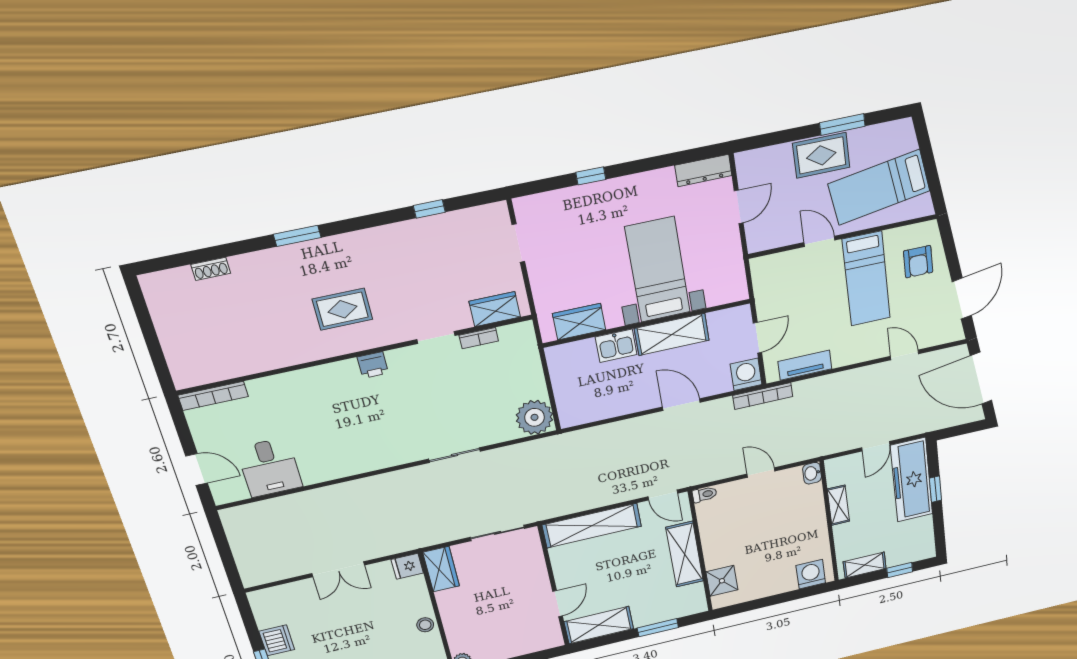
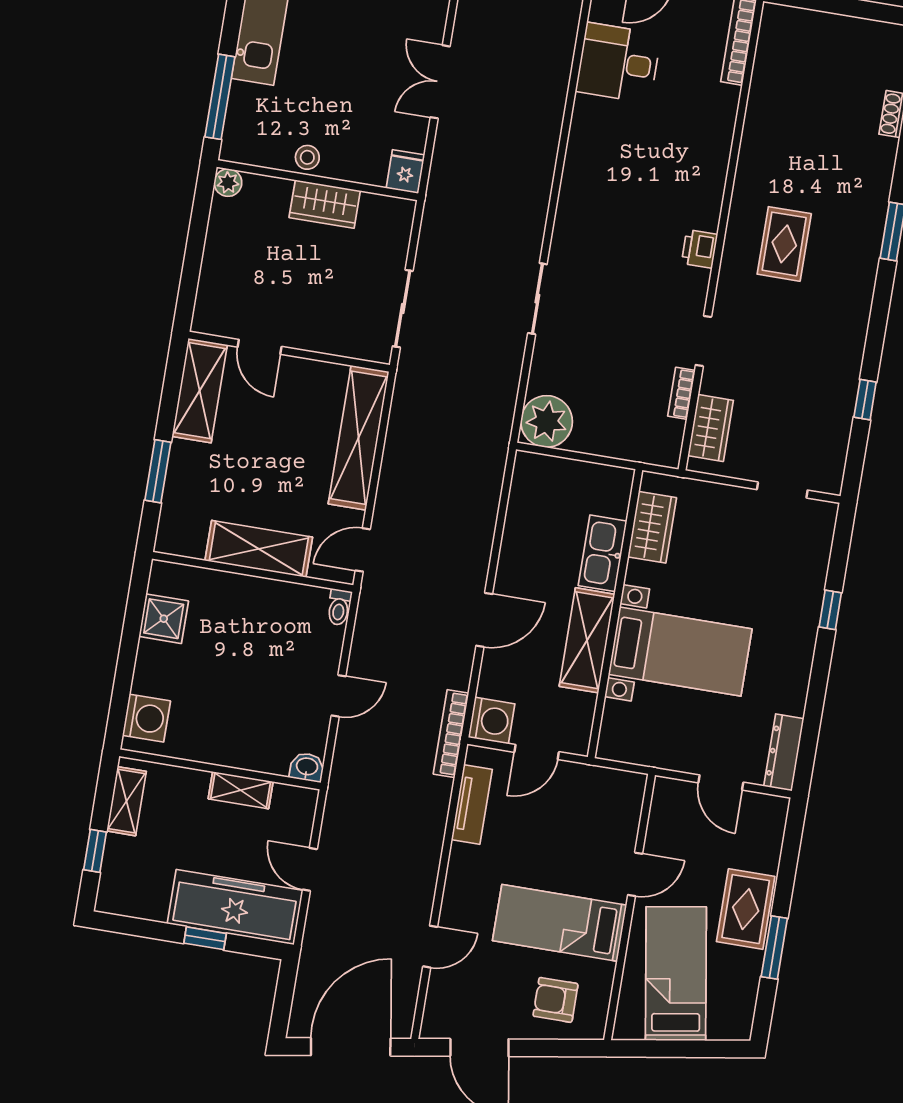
door: (757, 338) -> (537, 752), hinge flipped
kitchen sink: (616, 346) -> (603, 553), width x1.38
wardrobe: (441, 569) -> (325, 204), moved
shower: (722, 581) -> (164, 619), moved

